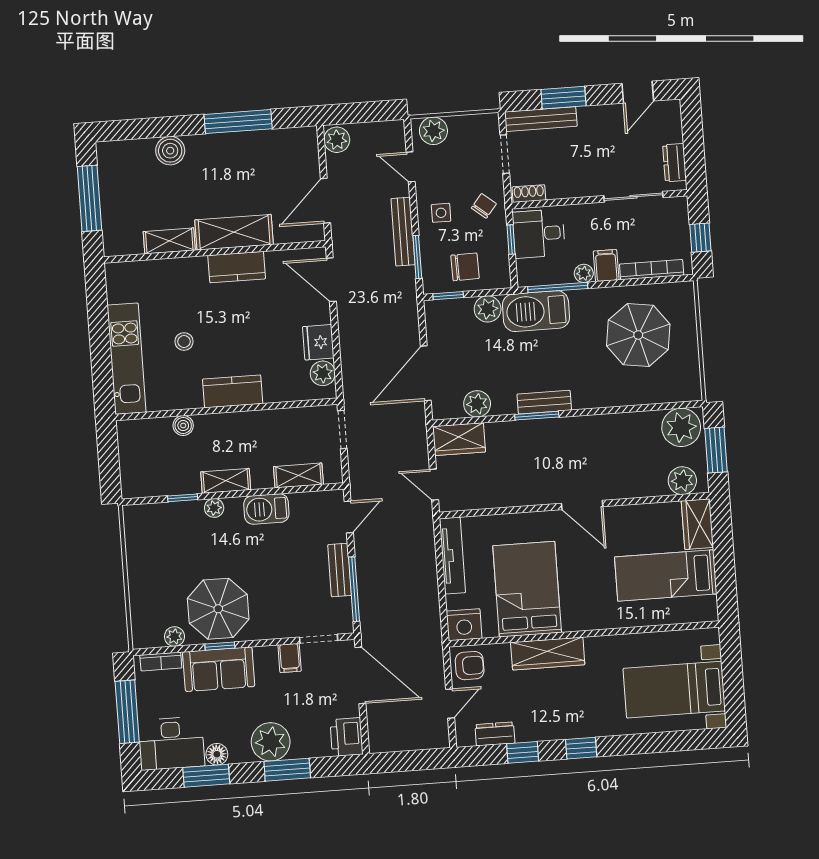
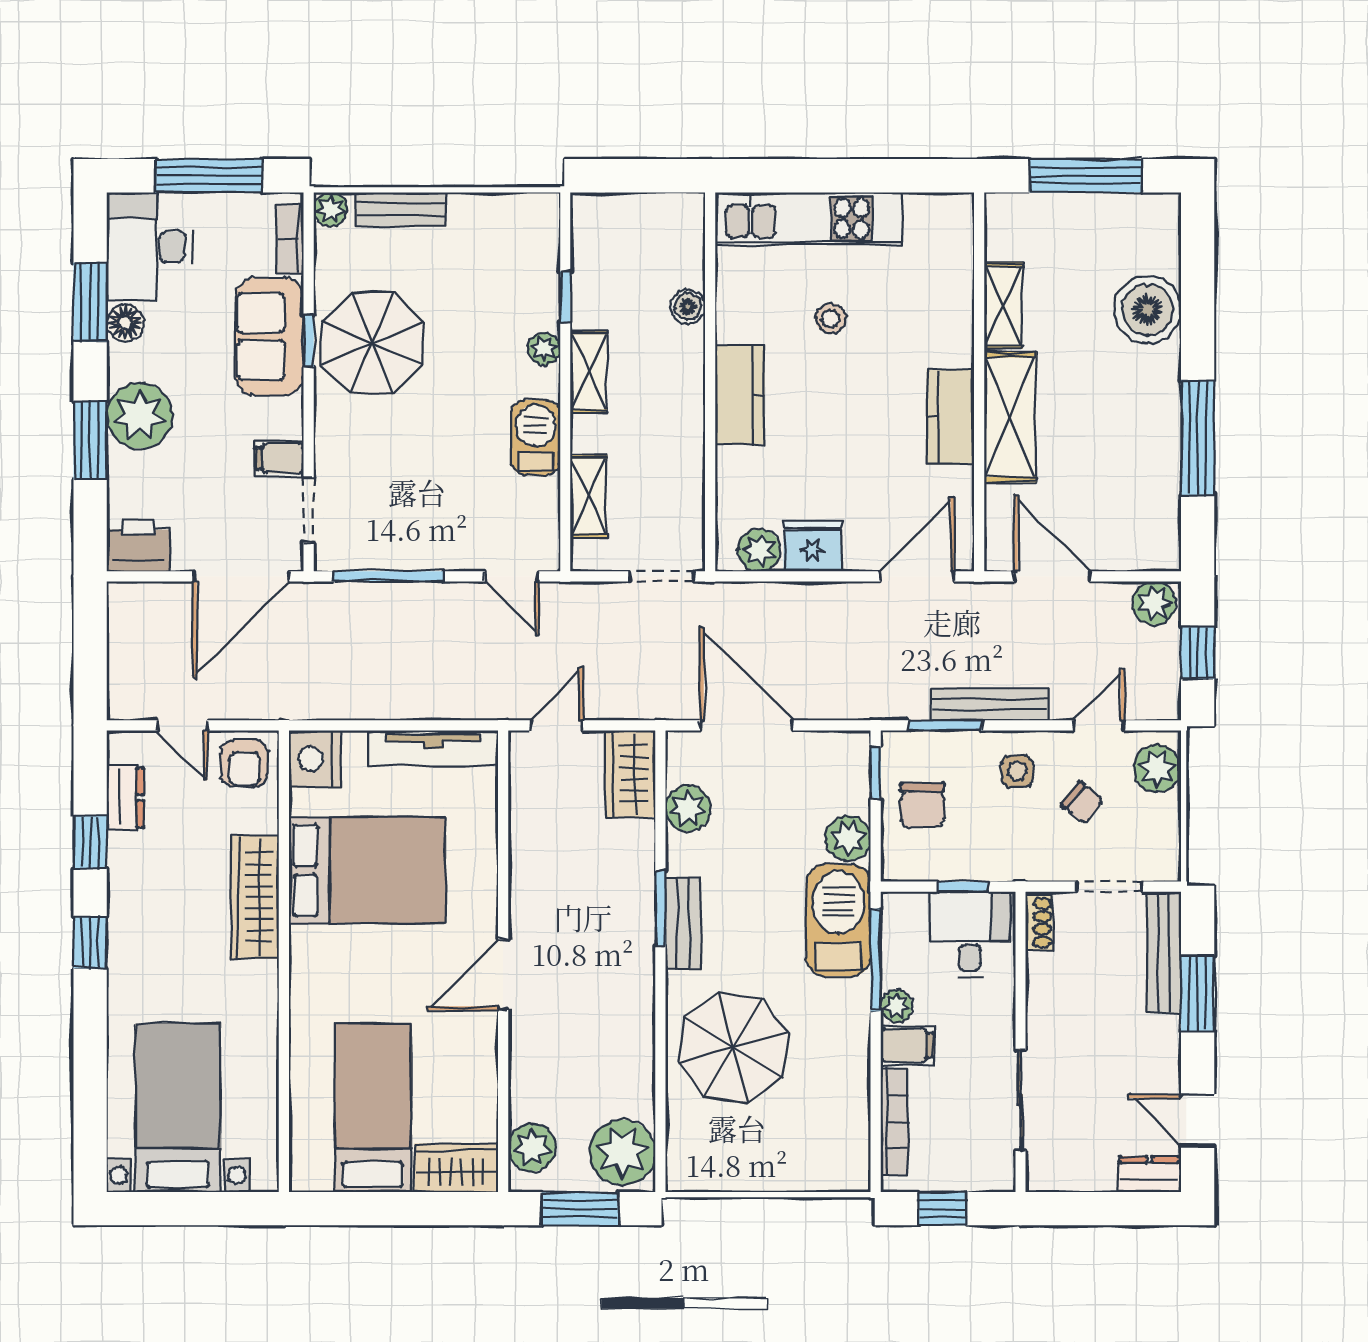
window: (364, 112) -> (1198, 653), added
boiler: (170, 151) -> (1148, 310), width x1.37, depth x1.37
dresser: (675, 163) -> (1149, 1174), moved
chair: (484, 206) -> (1082, 803), moved
parasol: (638, 335) -> (733, 1048), moved
bench: (340, 570) -> (401, 209), moved
plant: (174, 636) -> (331, 209), moved

